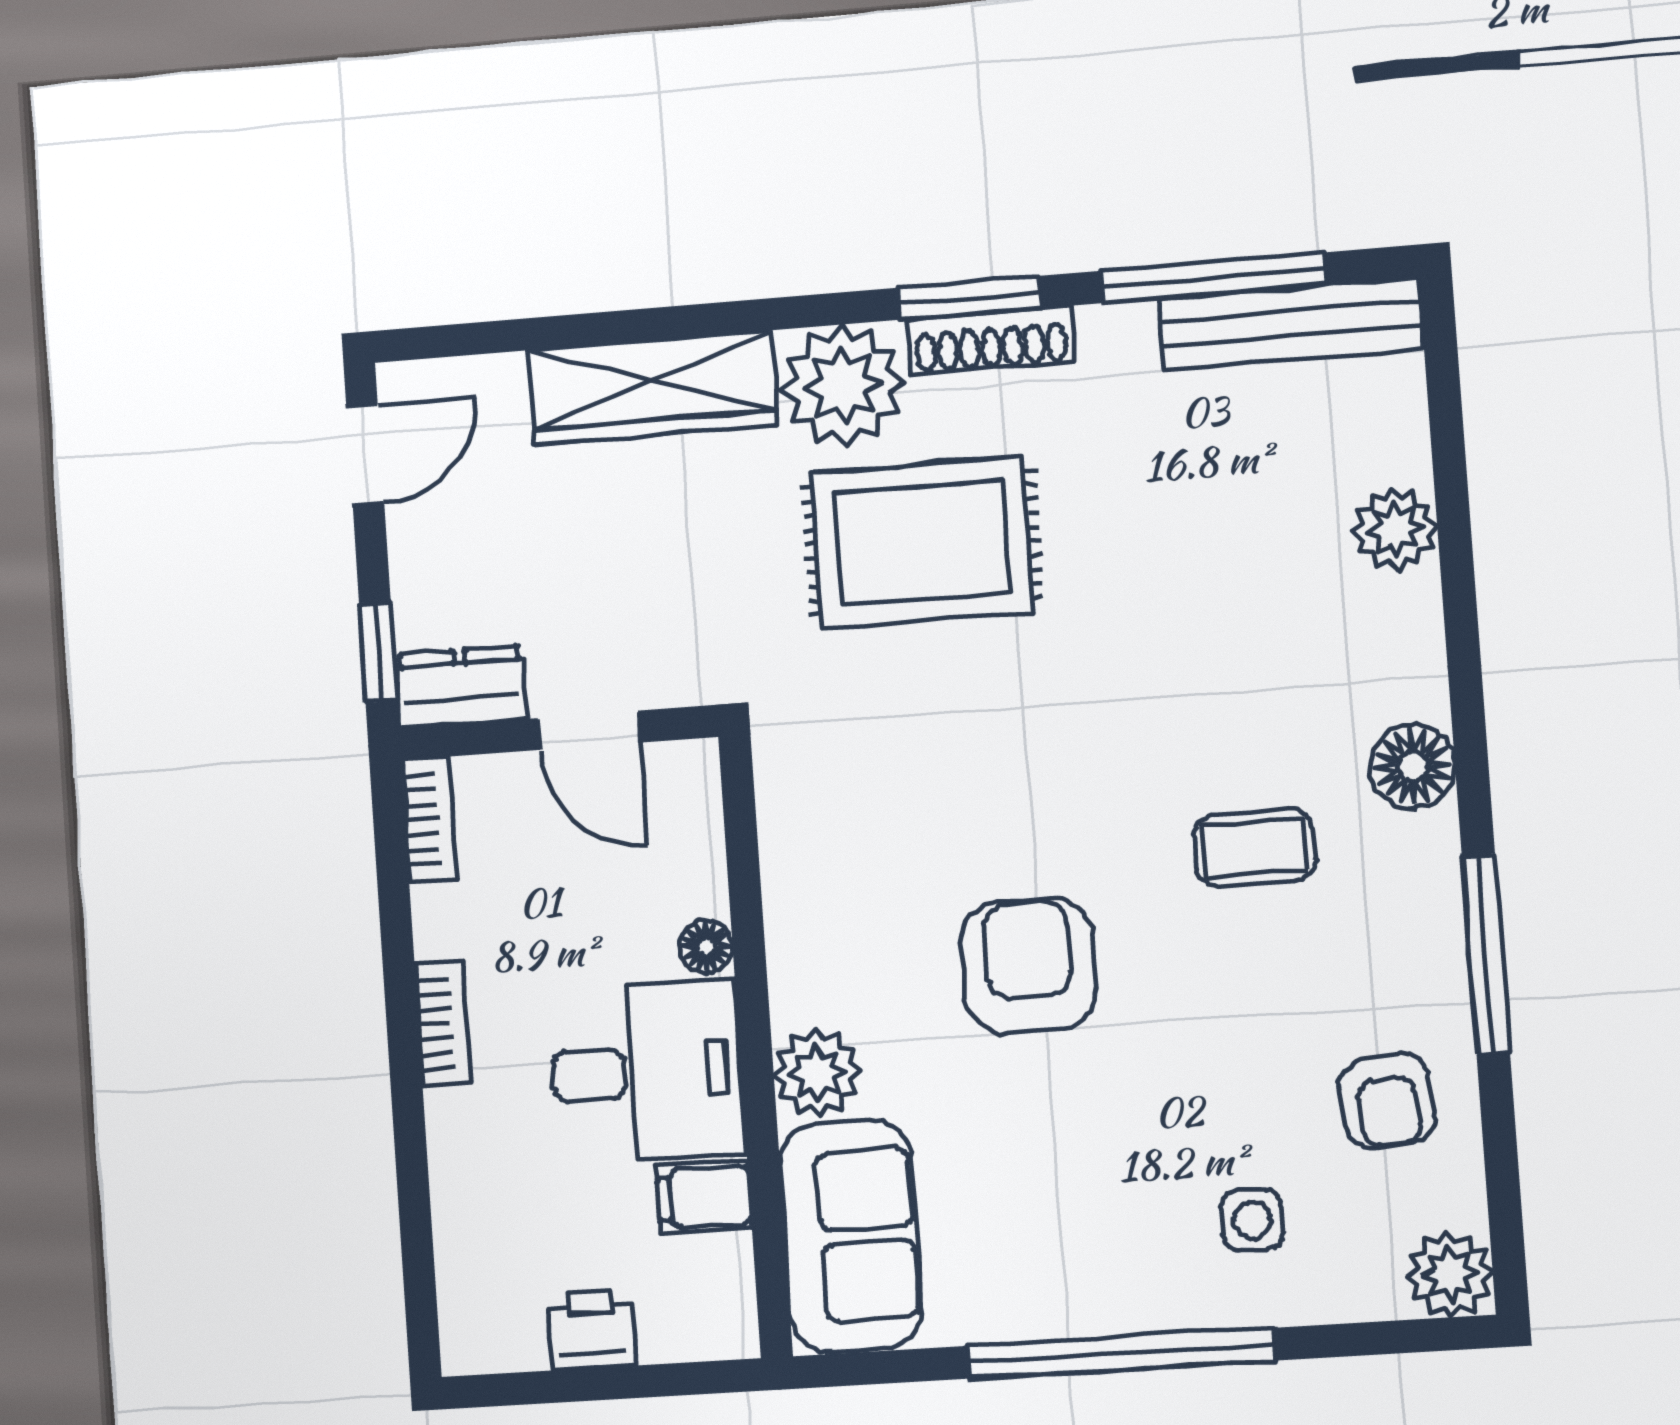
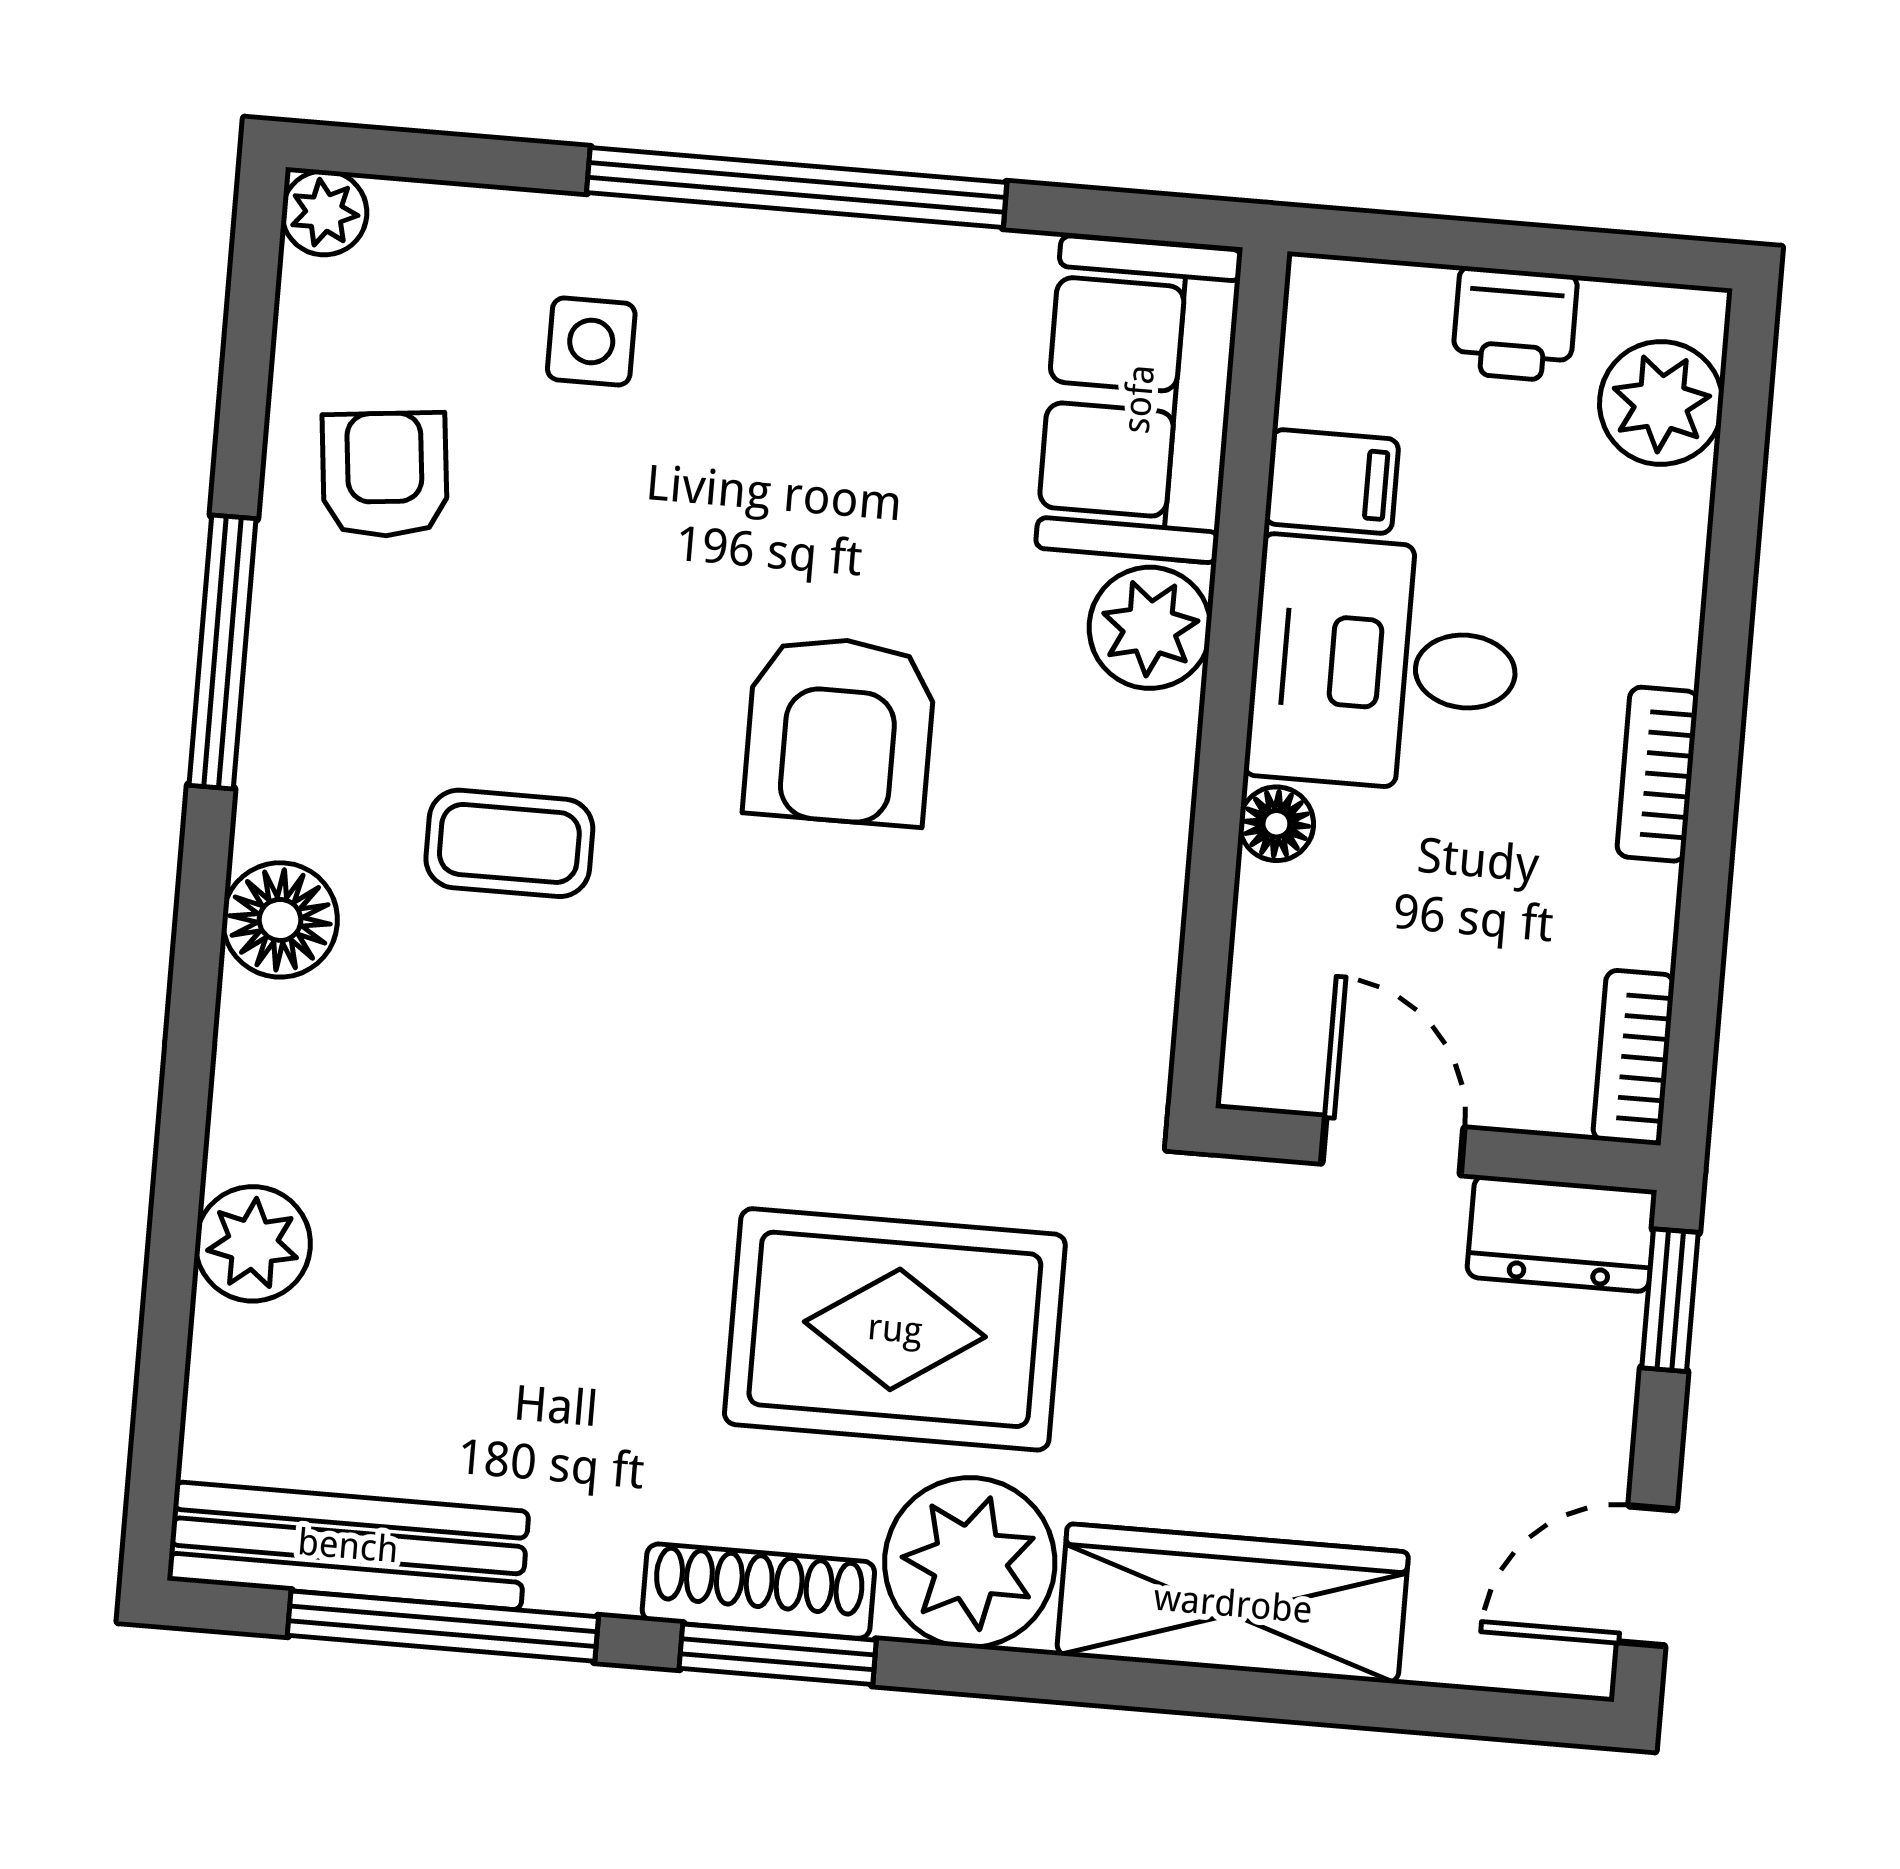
plant: (1450, 1274) -> (324, 213), width x0.73, depth x0.73
plant: (480, 1288) -> (1661, 403), added

